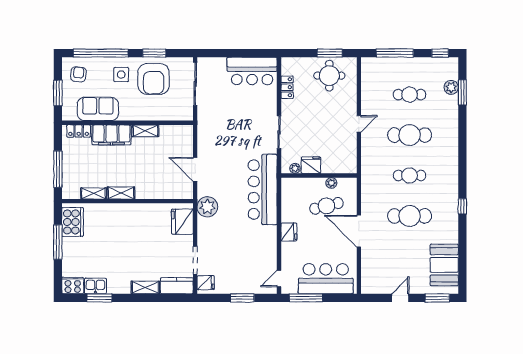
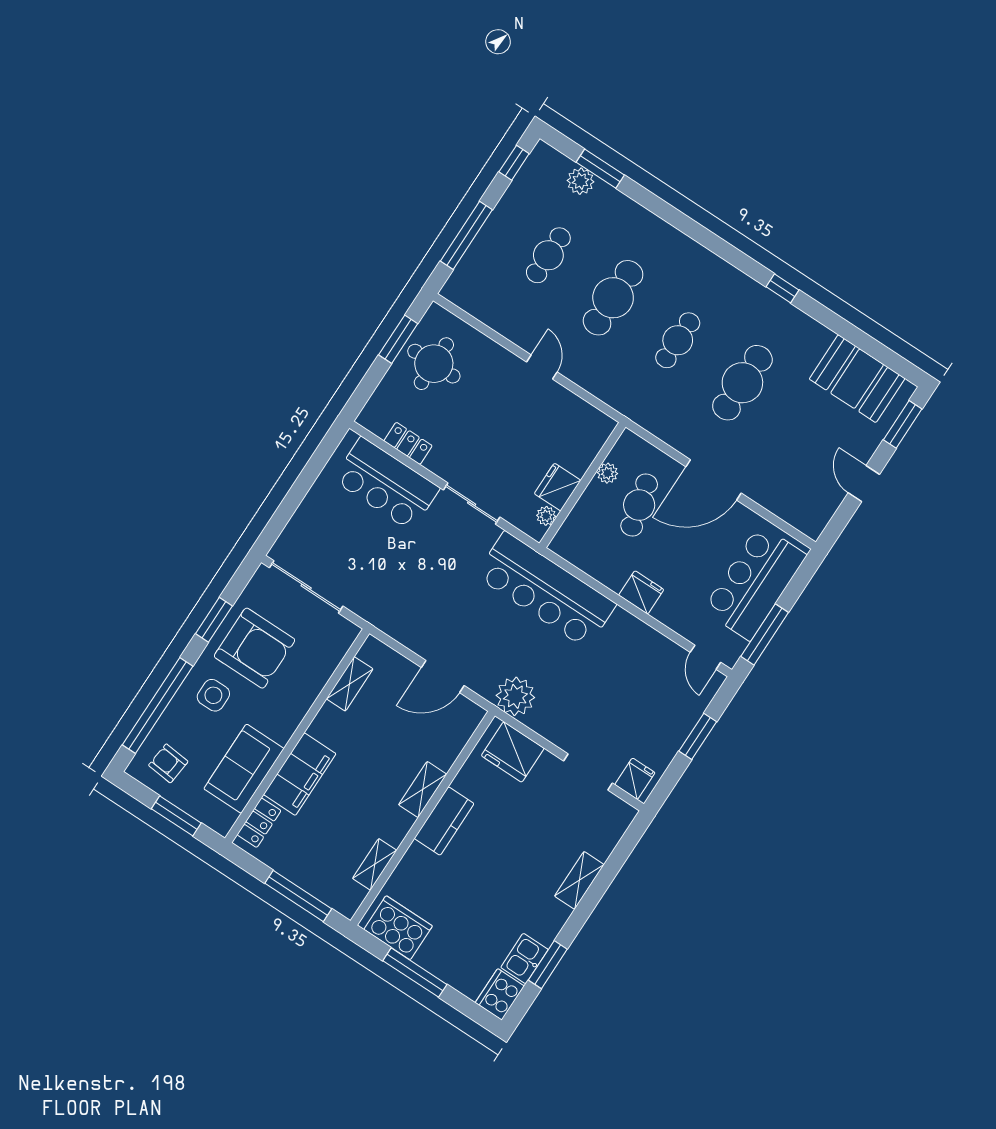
bar counter: (252, 71) -> (386, 484), moved, turned 90
shelving: (145, 131) -> (350, 684), moved
shelving: (121, 193) -> (423, 790), moved
kitchen counter: (177, 286) -> (444, 821), moved, turned 180

